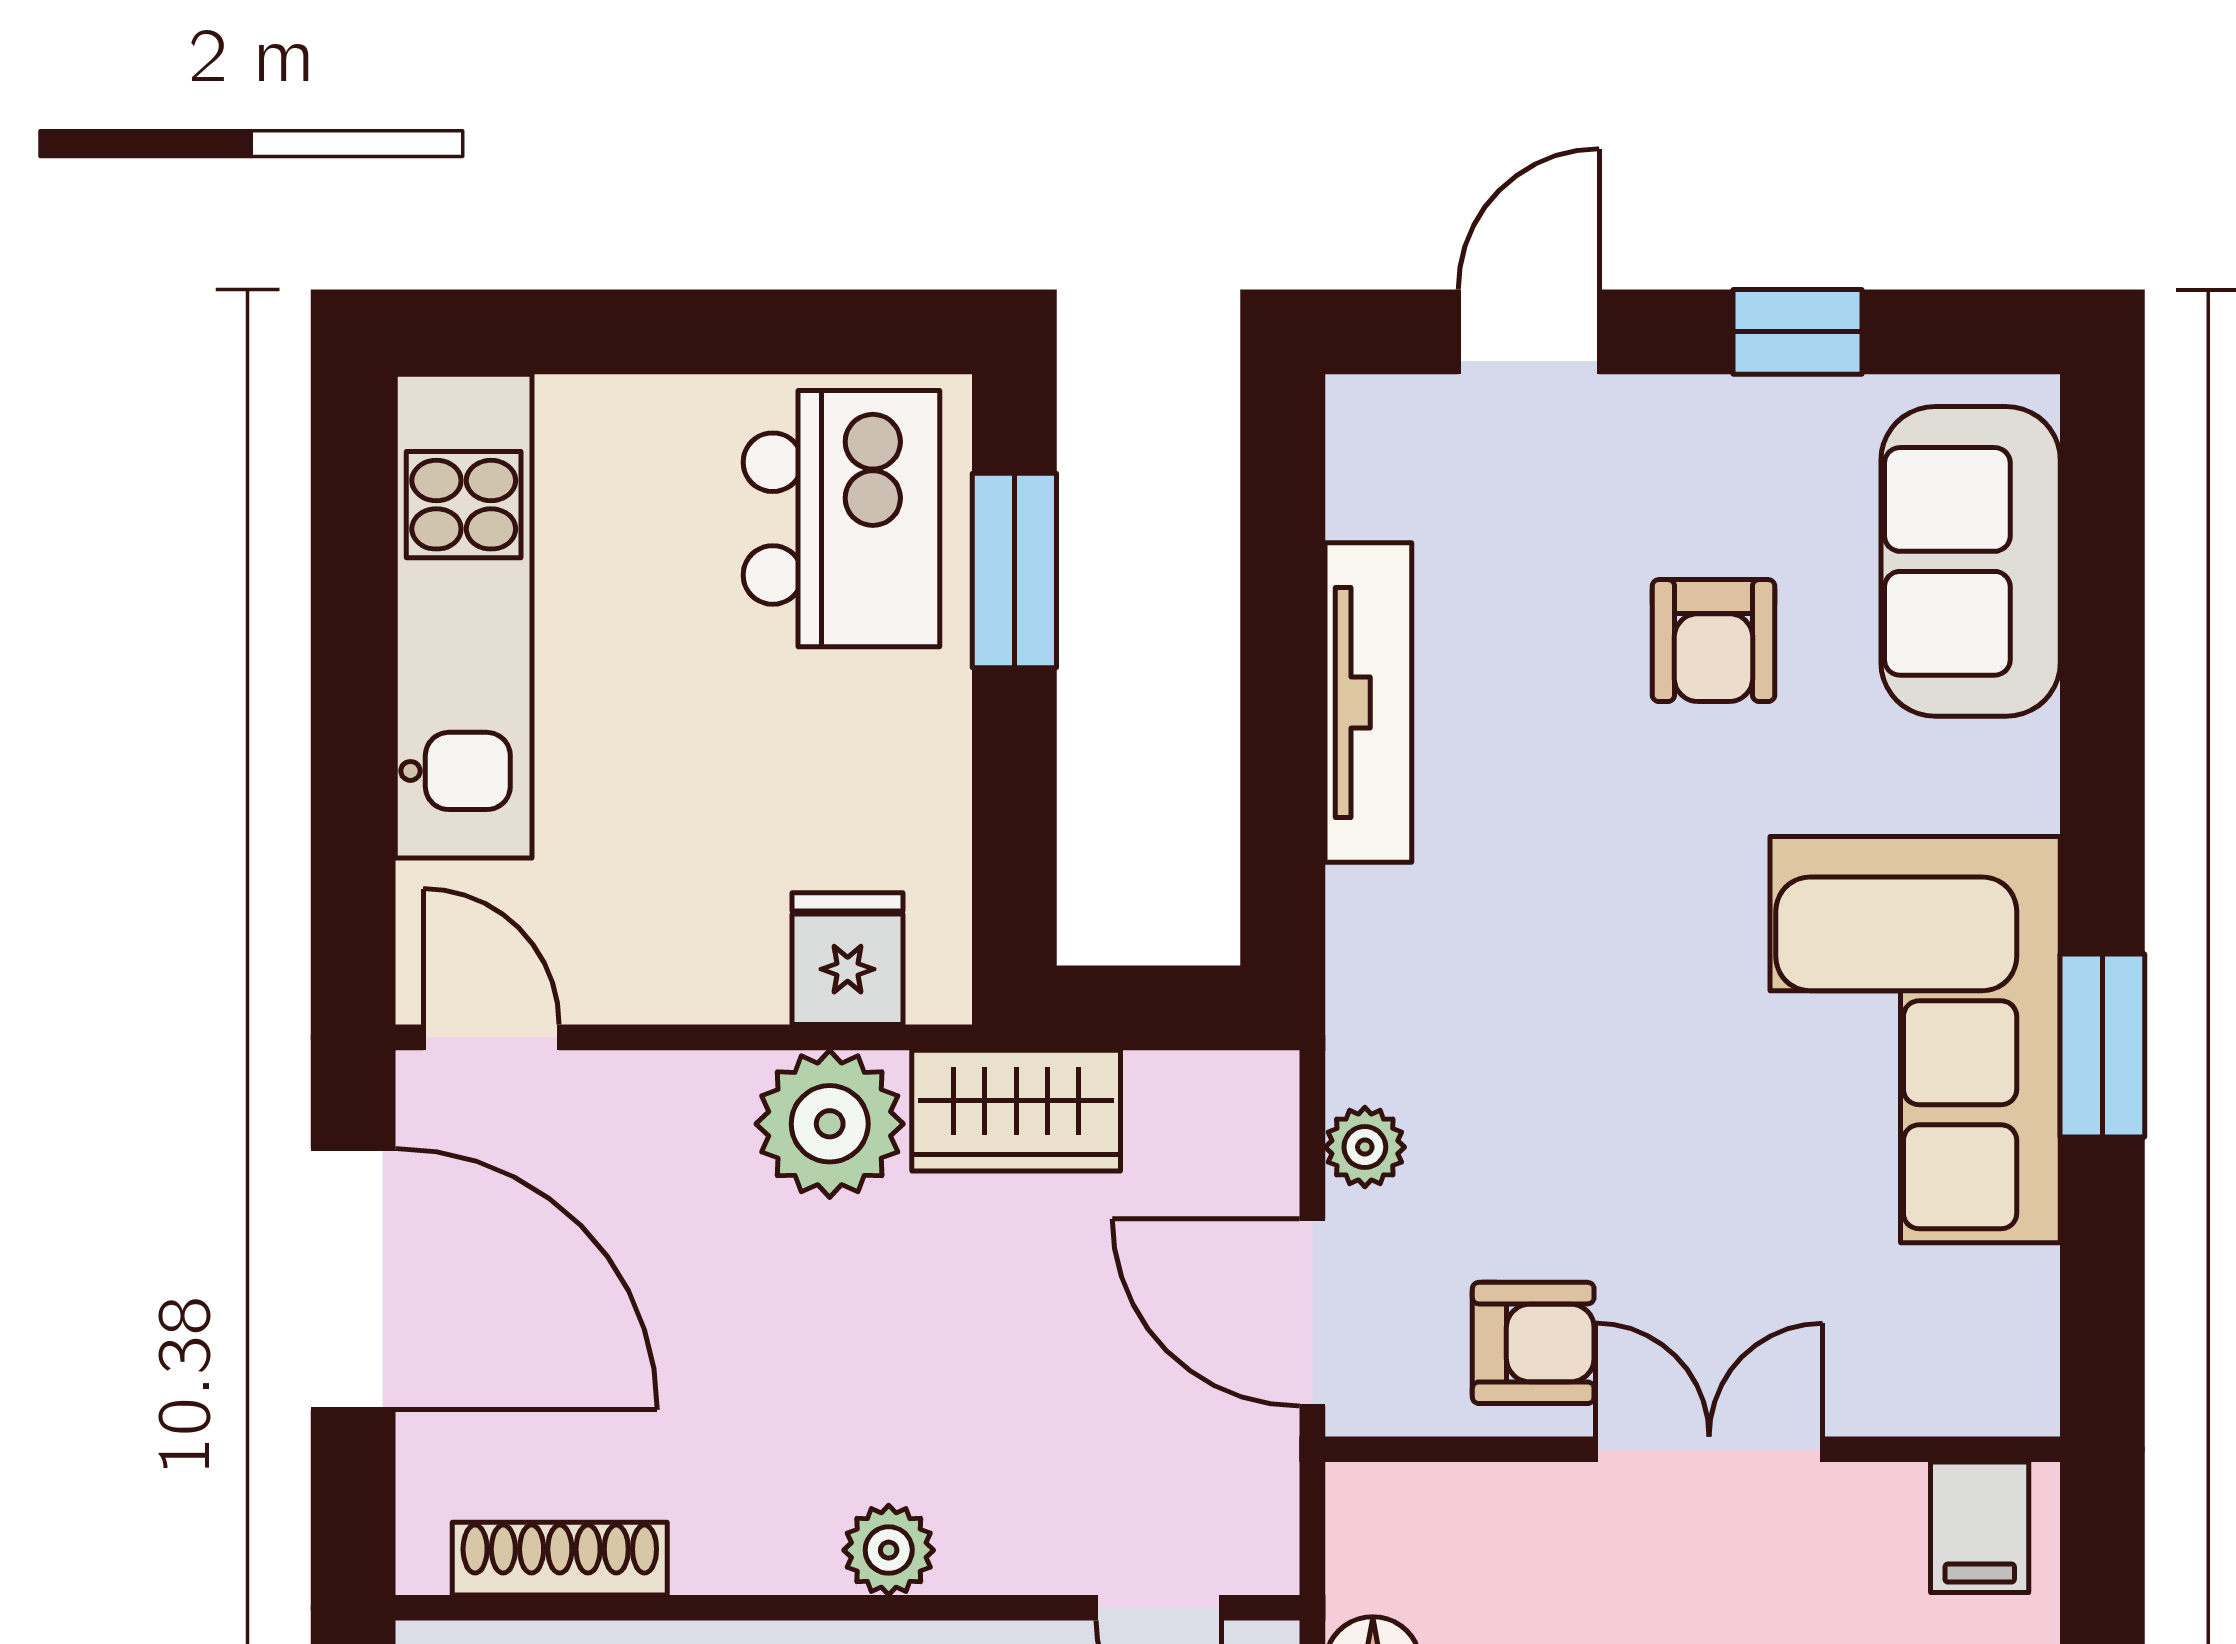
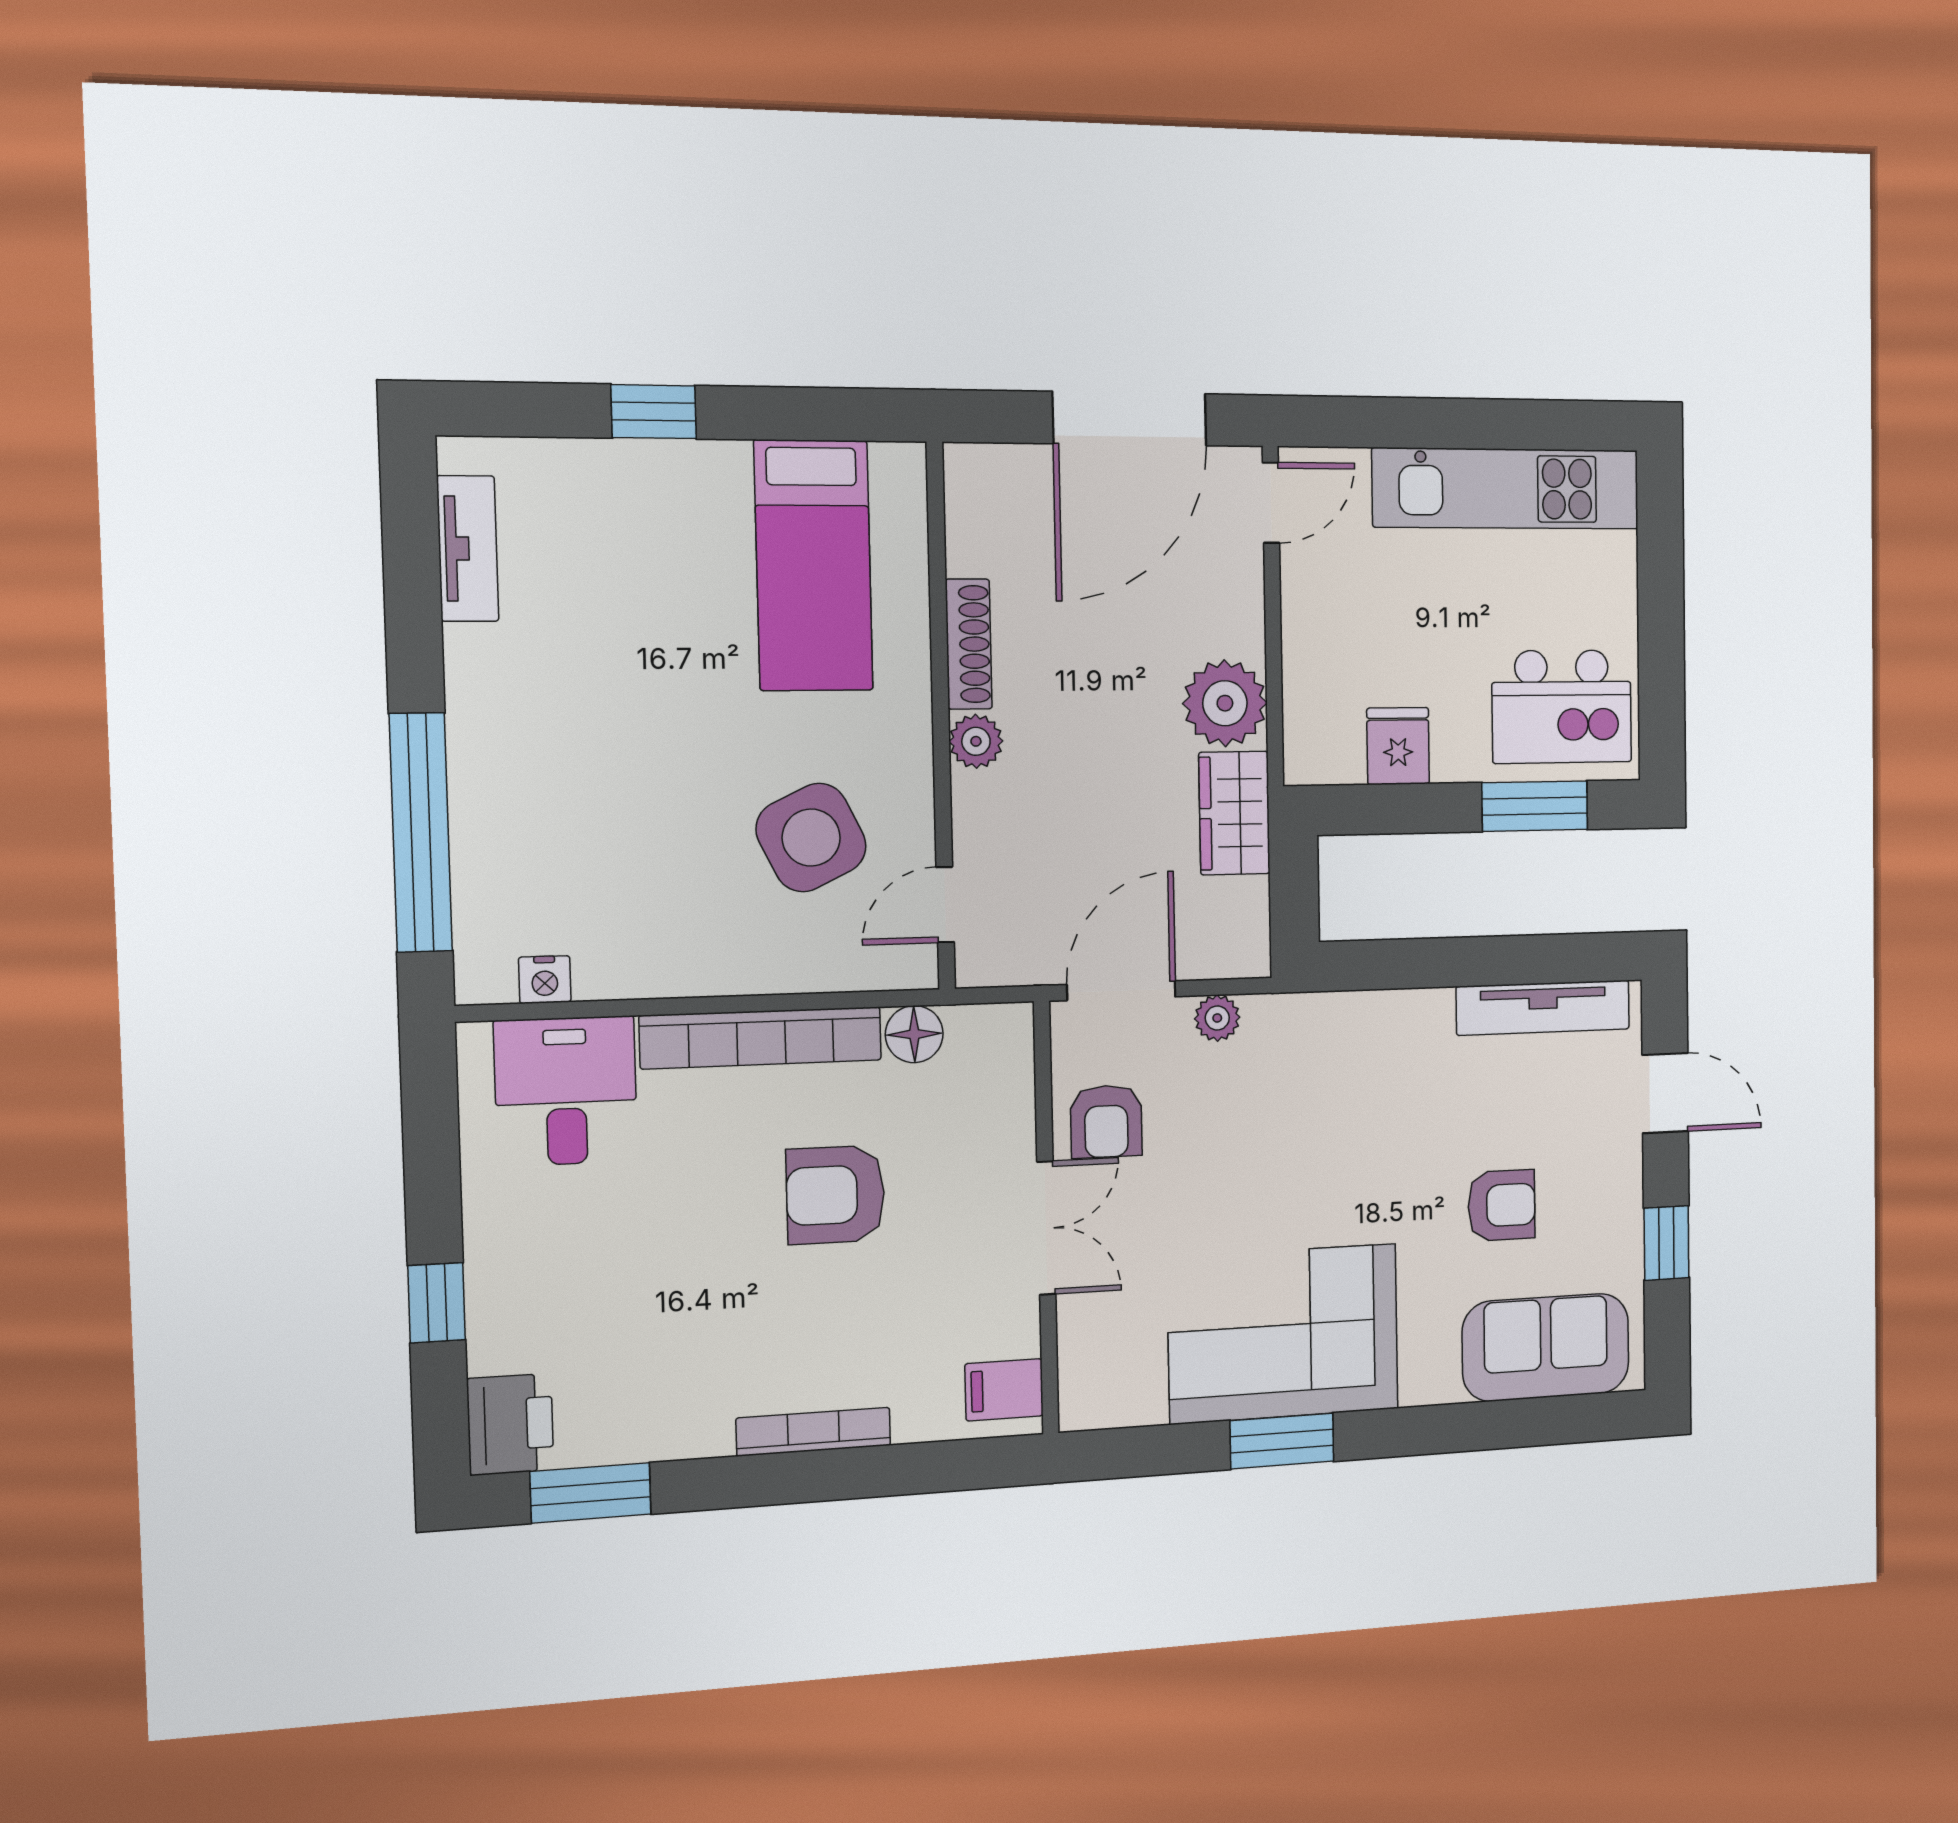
armchair: (1714, 641) -> (1502, 1205), turned 180
tv unit: (1368, 703) -> (1543, 1008), moved
fridge: (848, 959) -> (1398, 746), moved, turned -90
shoe rack: (560, 1559) -> (969, 644), moved

